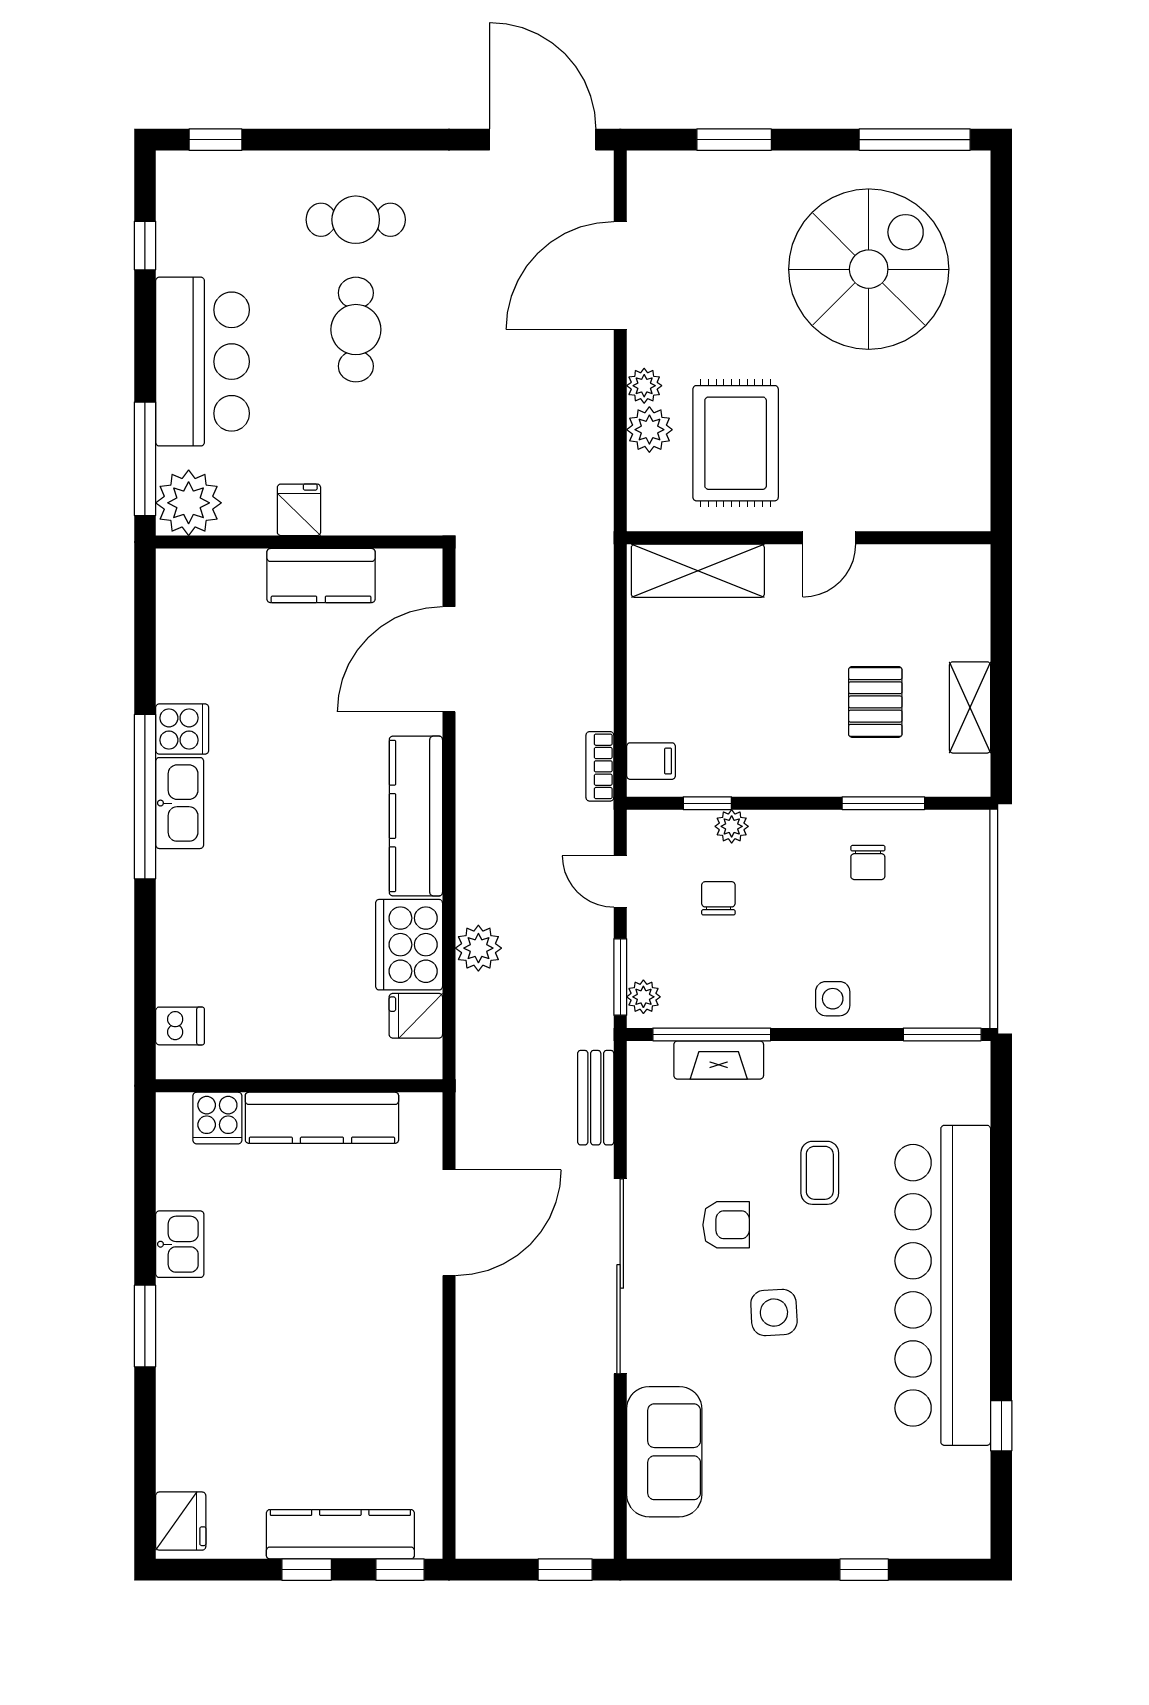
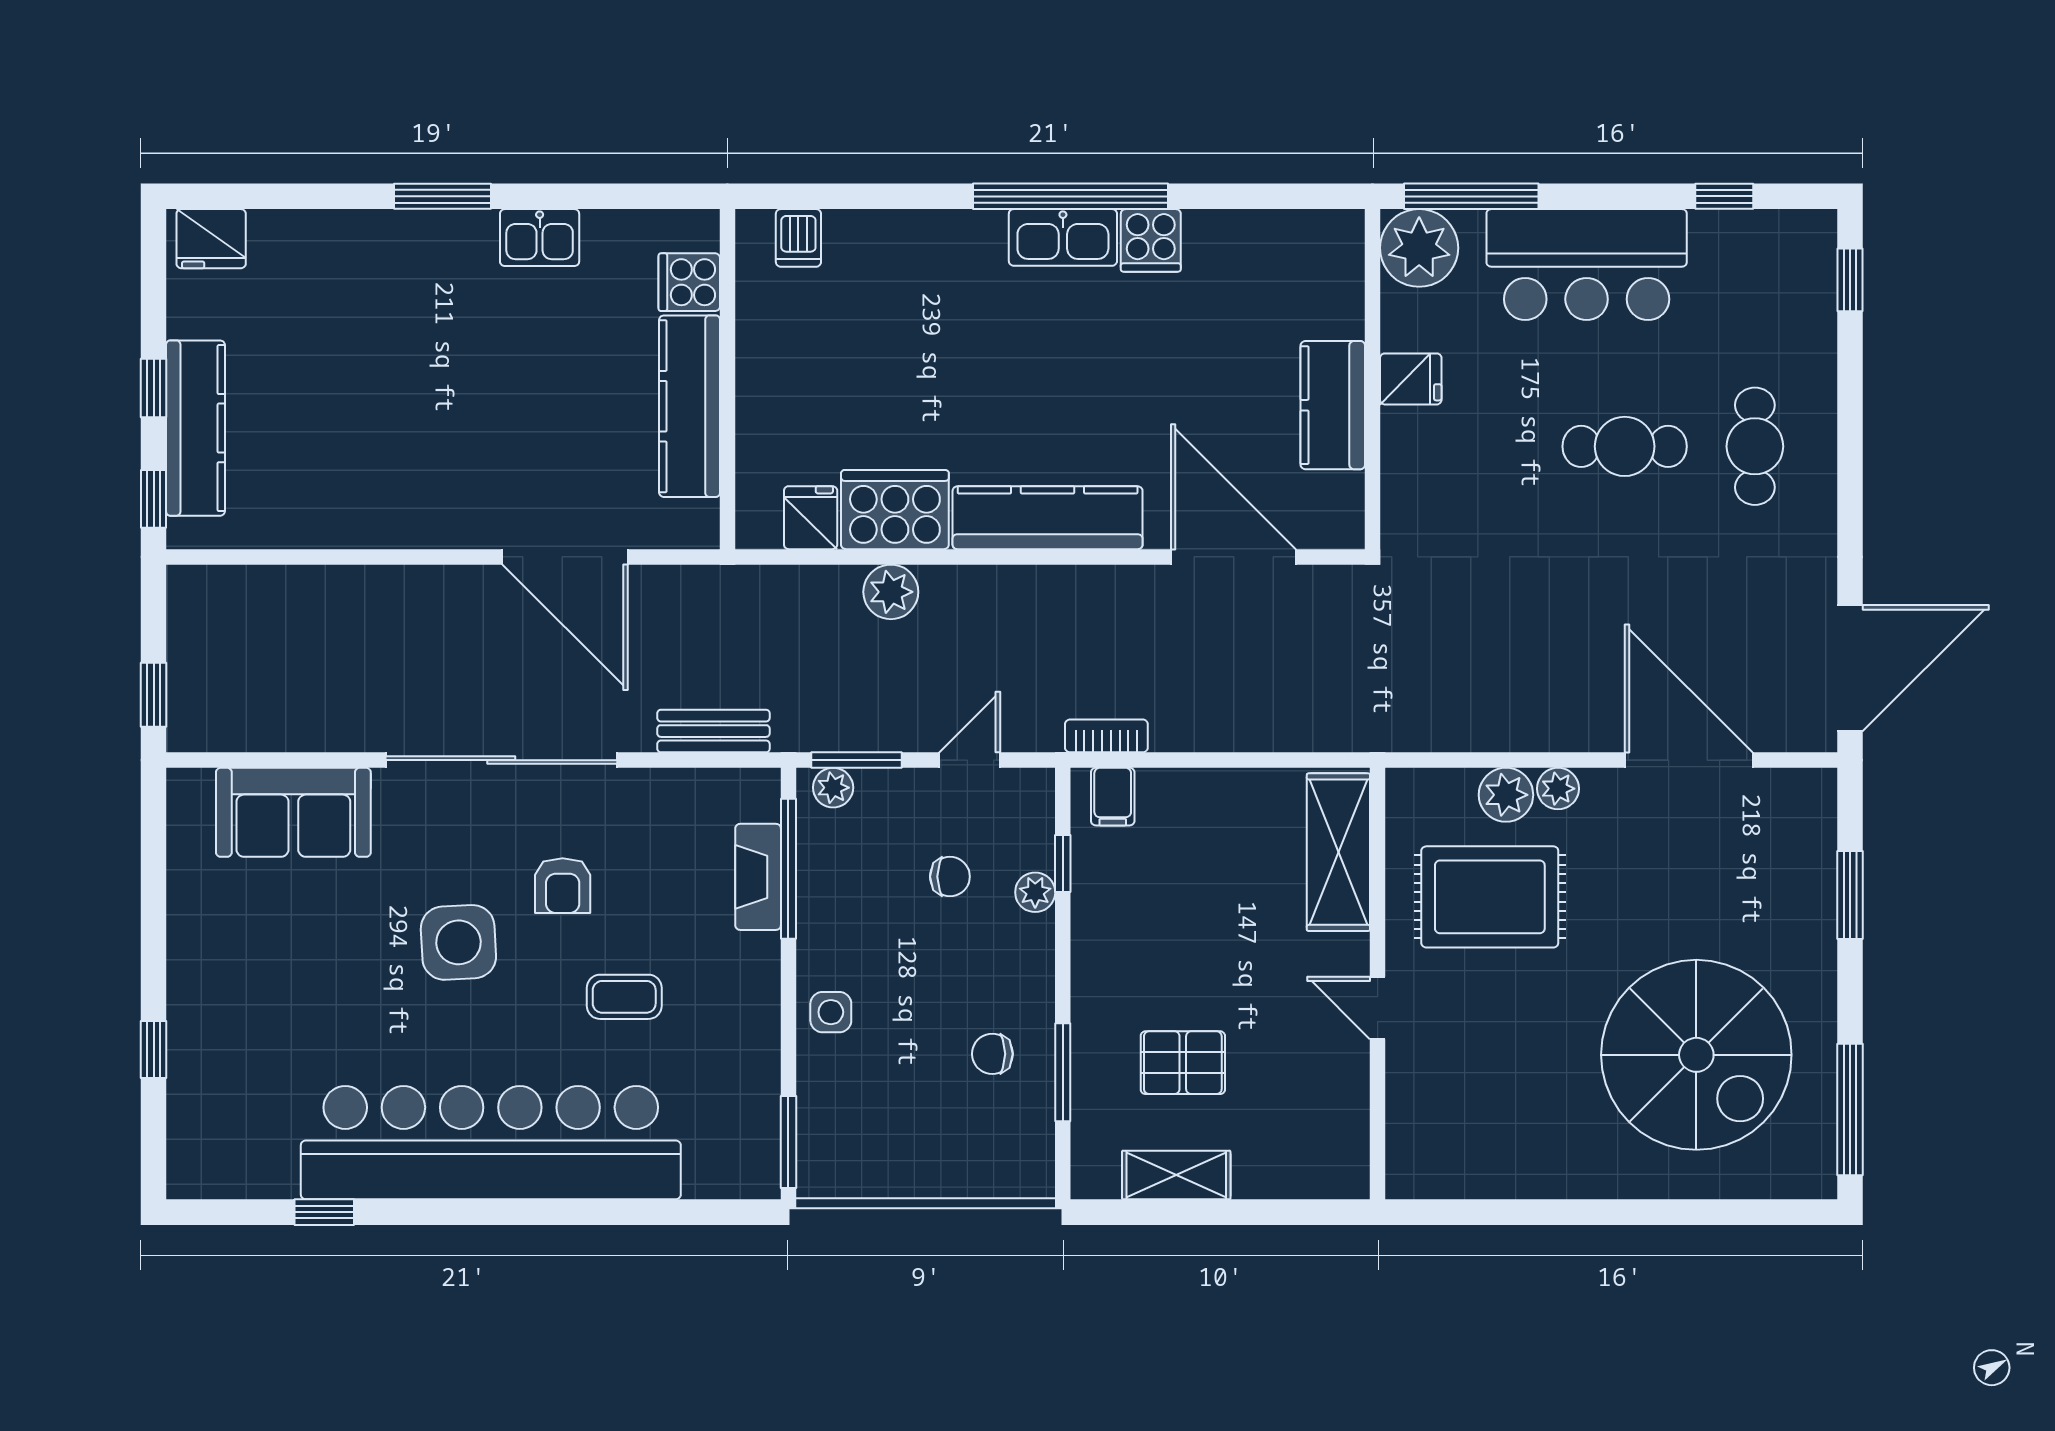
side table: (774, 1313) -> (458, 942), width x1.37, depth x1.37

